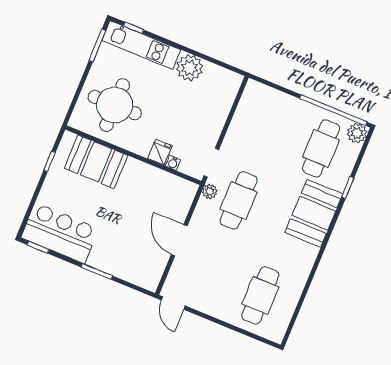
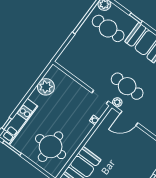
plant: (189, 68) -> (46, 87), moved
fridge: (160, 152) -> (86, 126), removed
door: (179, 240) -> (129, 118), moved

